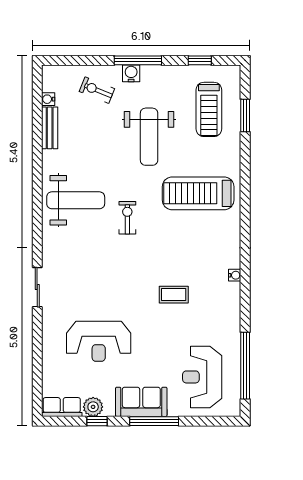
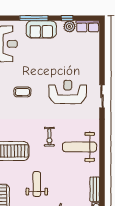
weight bench: (149, 137) -> (37, 184), width x0.73, depth x0.75
reception desk: (99, 341) -> (68, 92), moved

